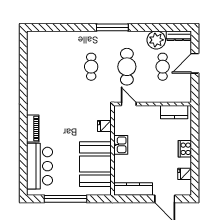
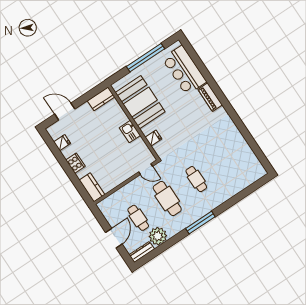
kitchen counter: (174, 112) -> (92, 187), moved, turned 90
kitchen counter: (133, 189) -> (101, 99), width x0.67

